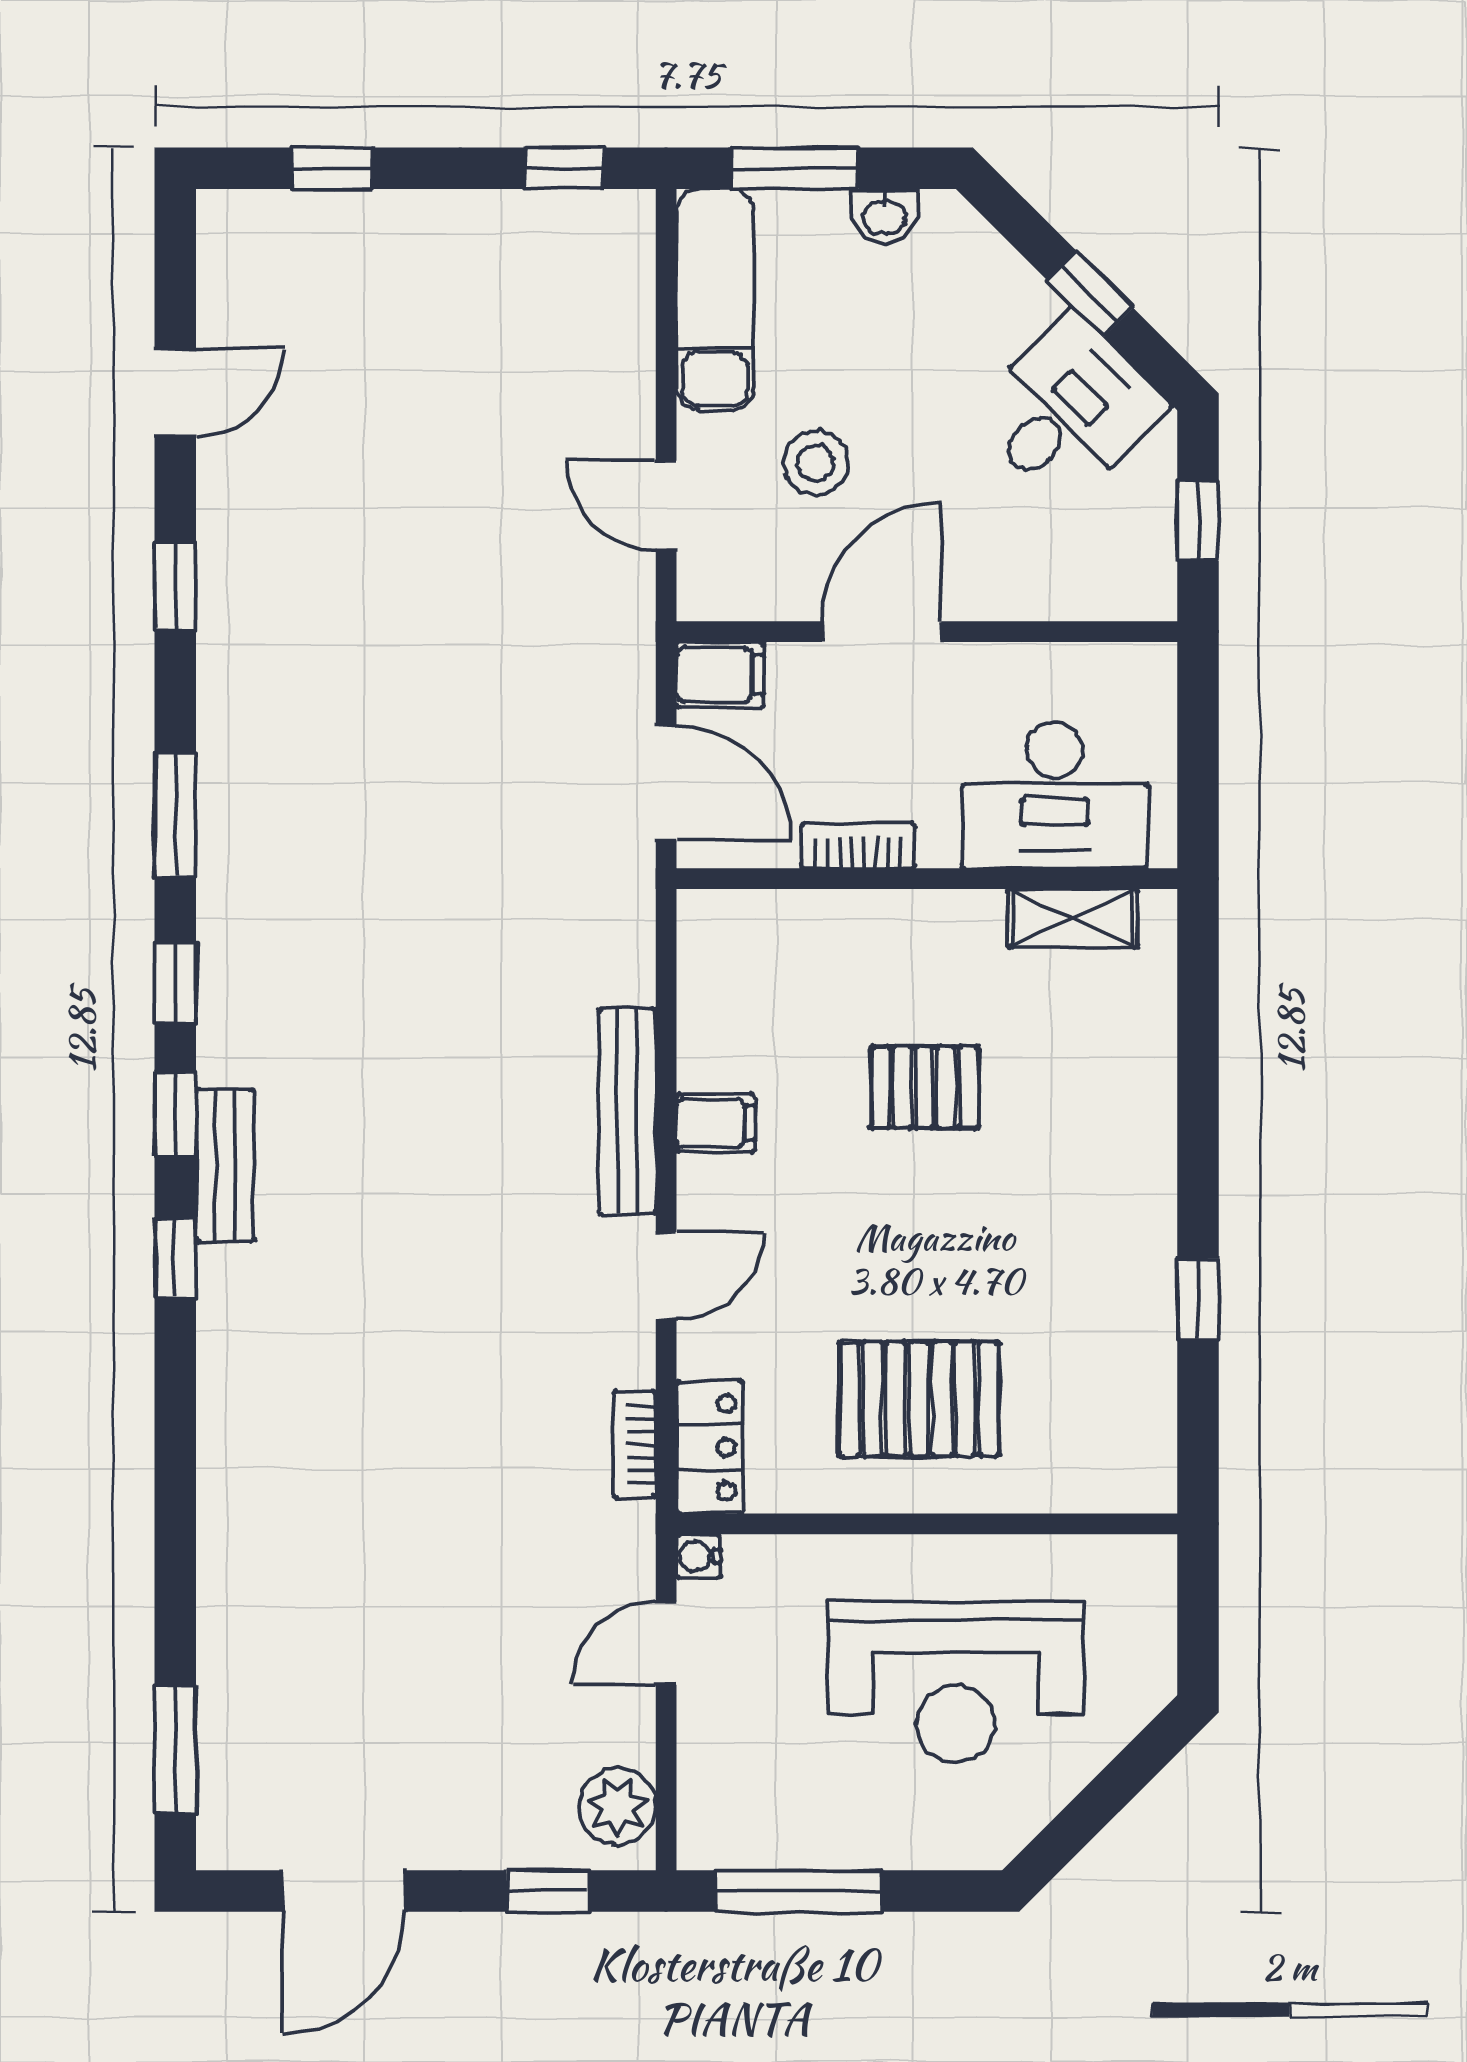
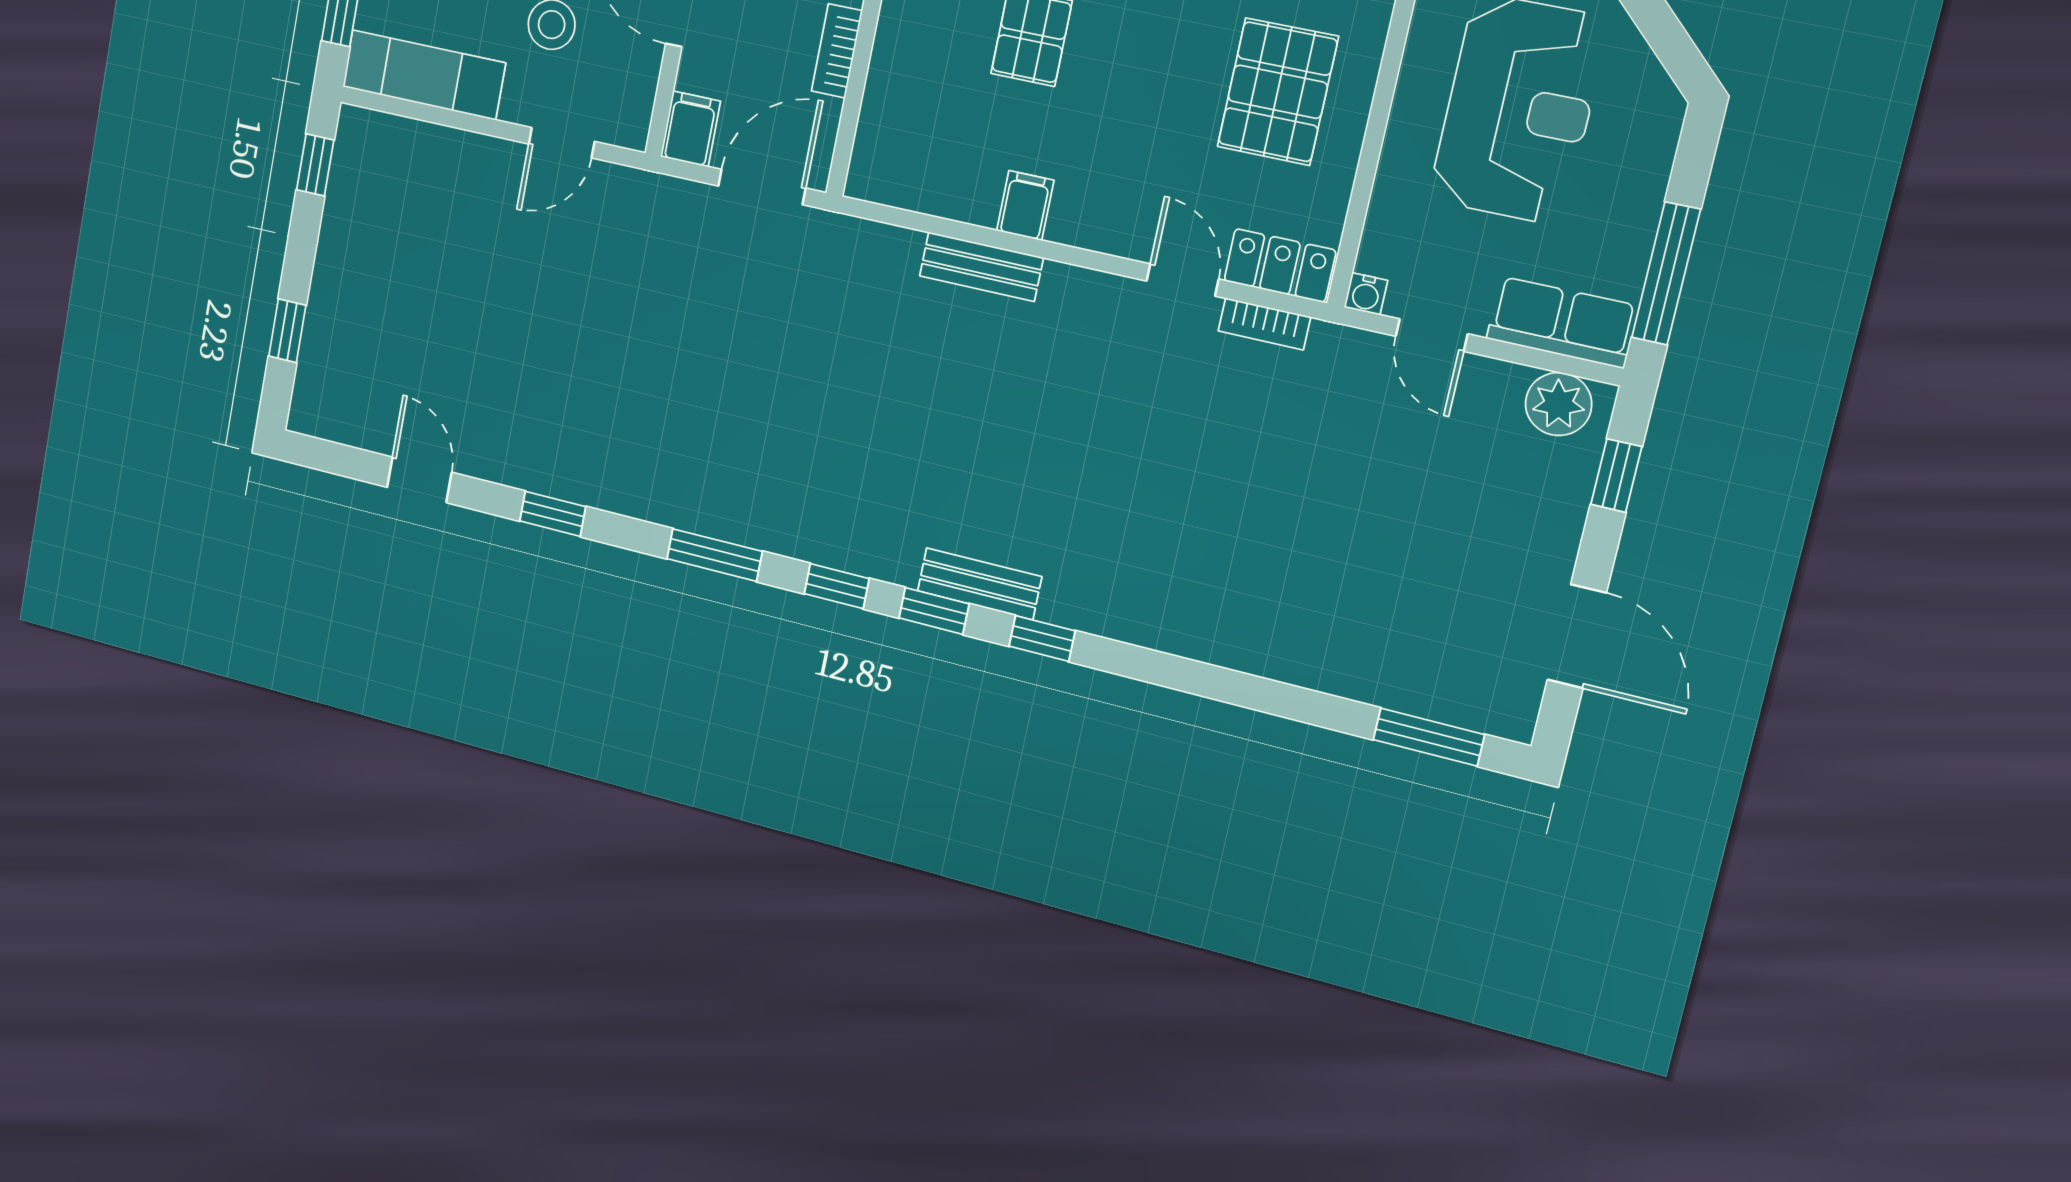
bench: (627, 1111) -> (981, 267), width x0.73
door: (666, 1276) -> (1183, 280), moved
row of seats: (716, 1789) -> (1562, 322), added

